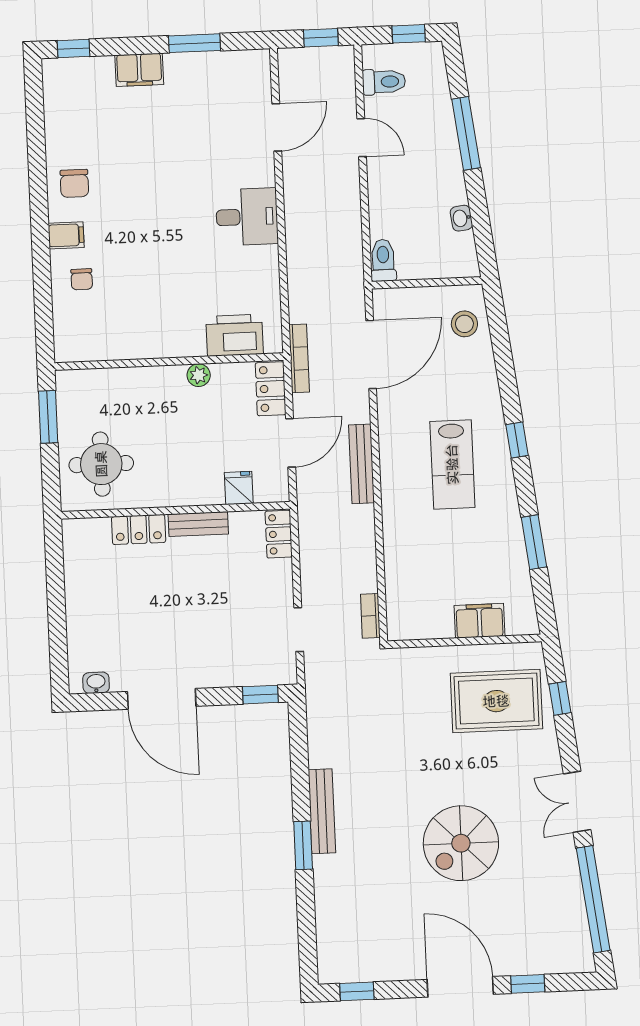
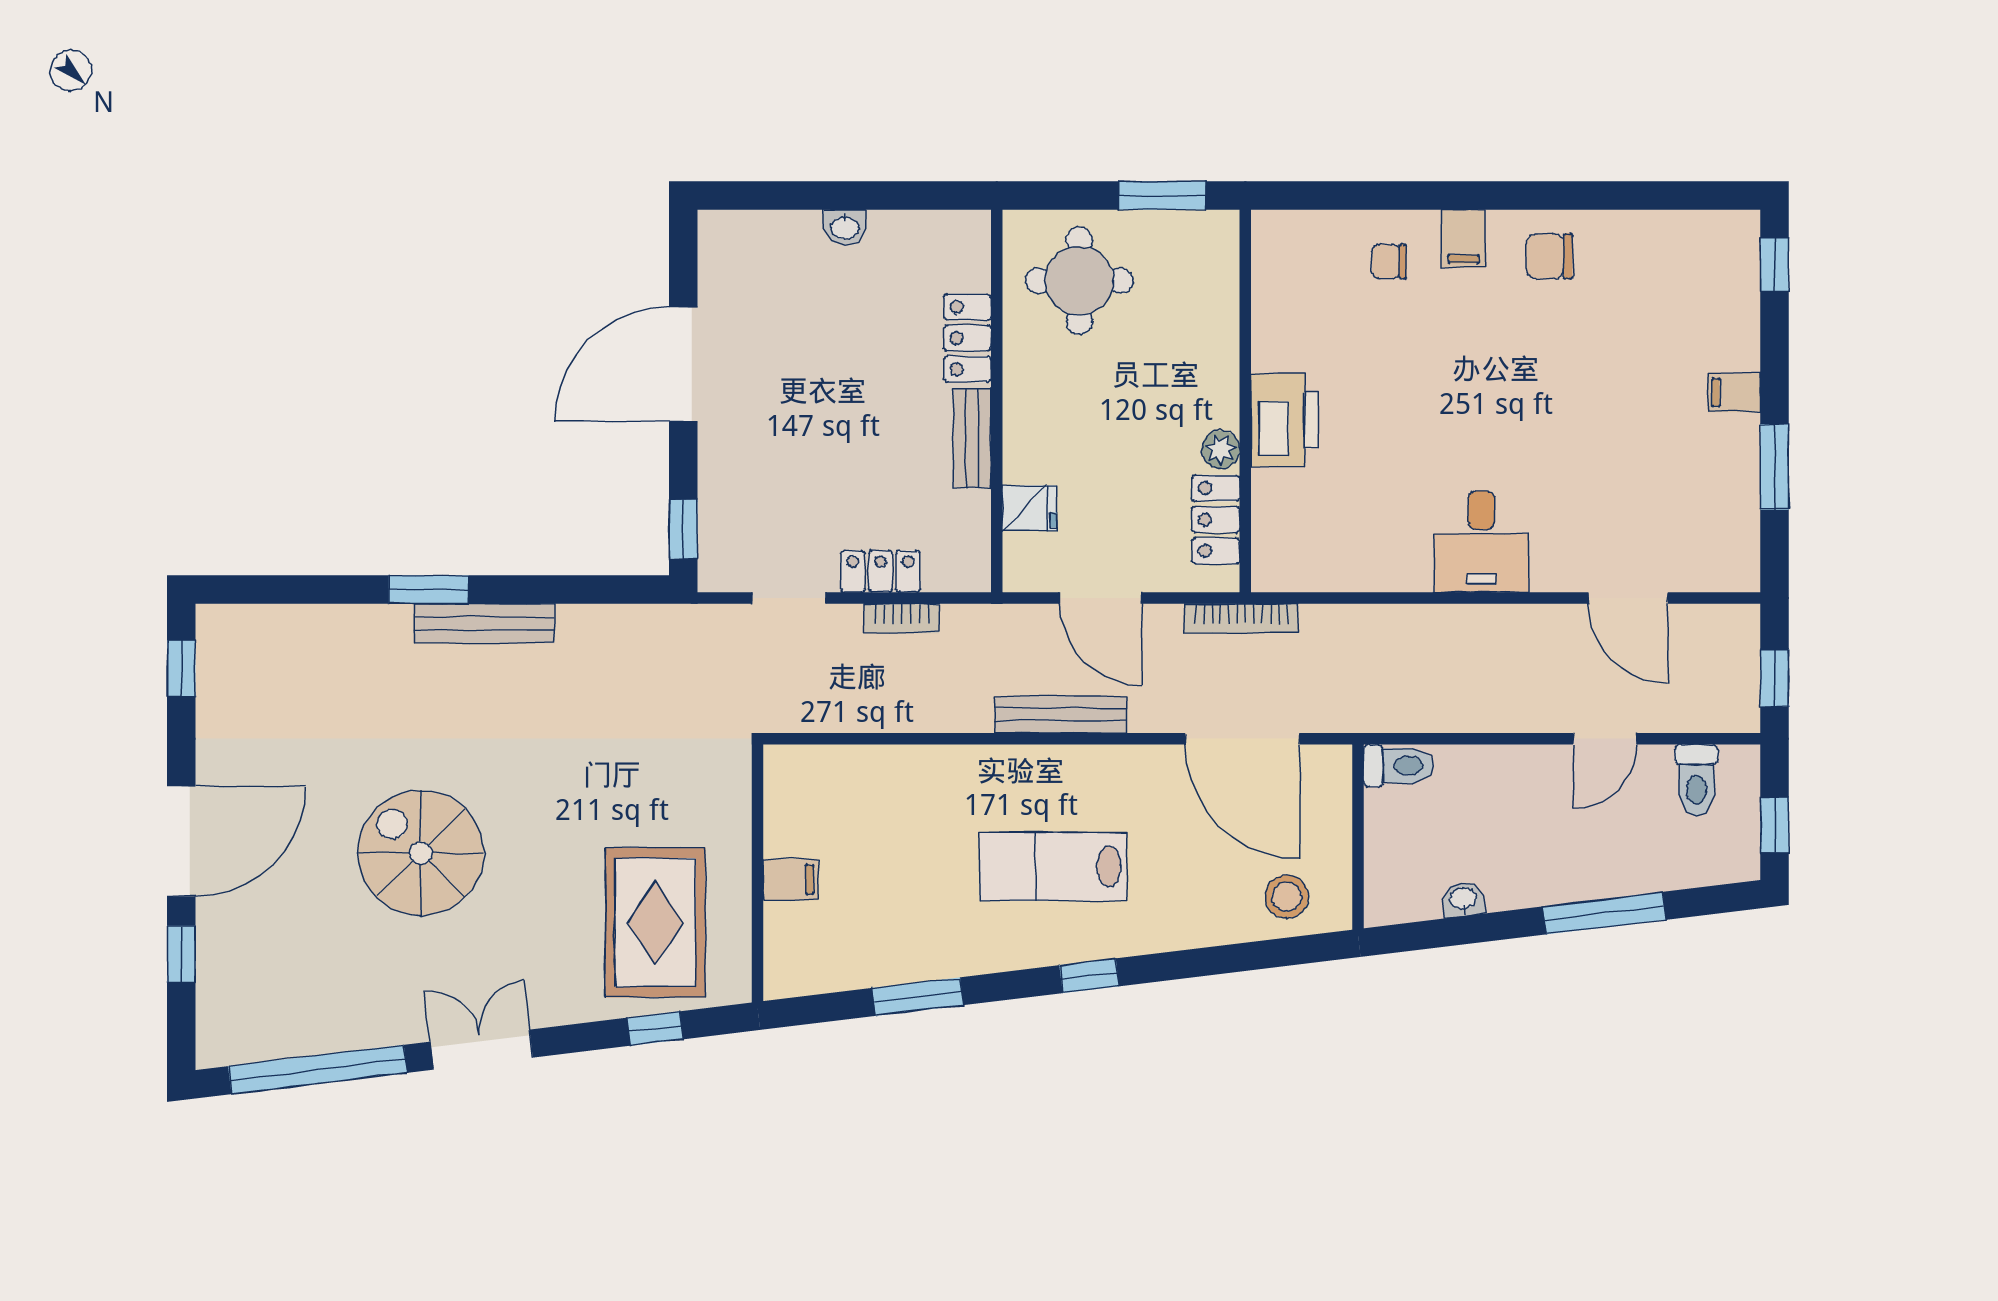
filing cabinet: (139, 70) -> (1734, 392), width x0.50
printer: (235, 335) -> (1284, 420), moved
locker: (271, 389) -> (1216, 519), moved, turned -90
locker: (279, 534) -> (880, 571), moved
bookcase: (370, 616) -> (902, 618), moved, turned 180
filing cabinet: (480, 621) -> (791, 880), width x0.50
washbasin: (96, 683) -> (845, 227), moved, turned 90

